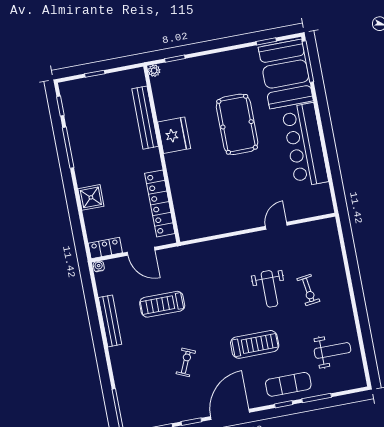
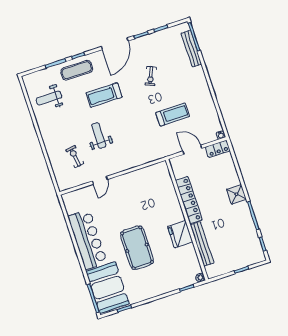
shower: (91, 197) -> (236, 194), moved
locker: (160, 203) -> (189, 200), moved
exercise bike: (308, 290) -> (75, 157), moved
bench: (110, 321) -> (191, 49), moved

